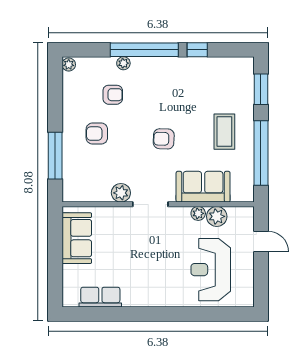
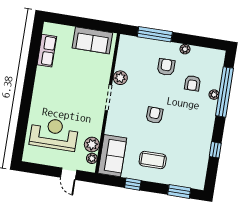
window: (144, 50) -> (225, 92), moved
plant: (69, 65) -> (185, 49), moved
window: (261, 153) -> (133, 184), width x0.32
sofa: (203, 187) -> (112, 156), moved
plant: (198, 213) -> (92, 158), moved
door: (261, 241) -> (69, 174), hinge flipped

